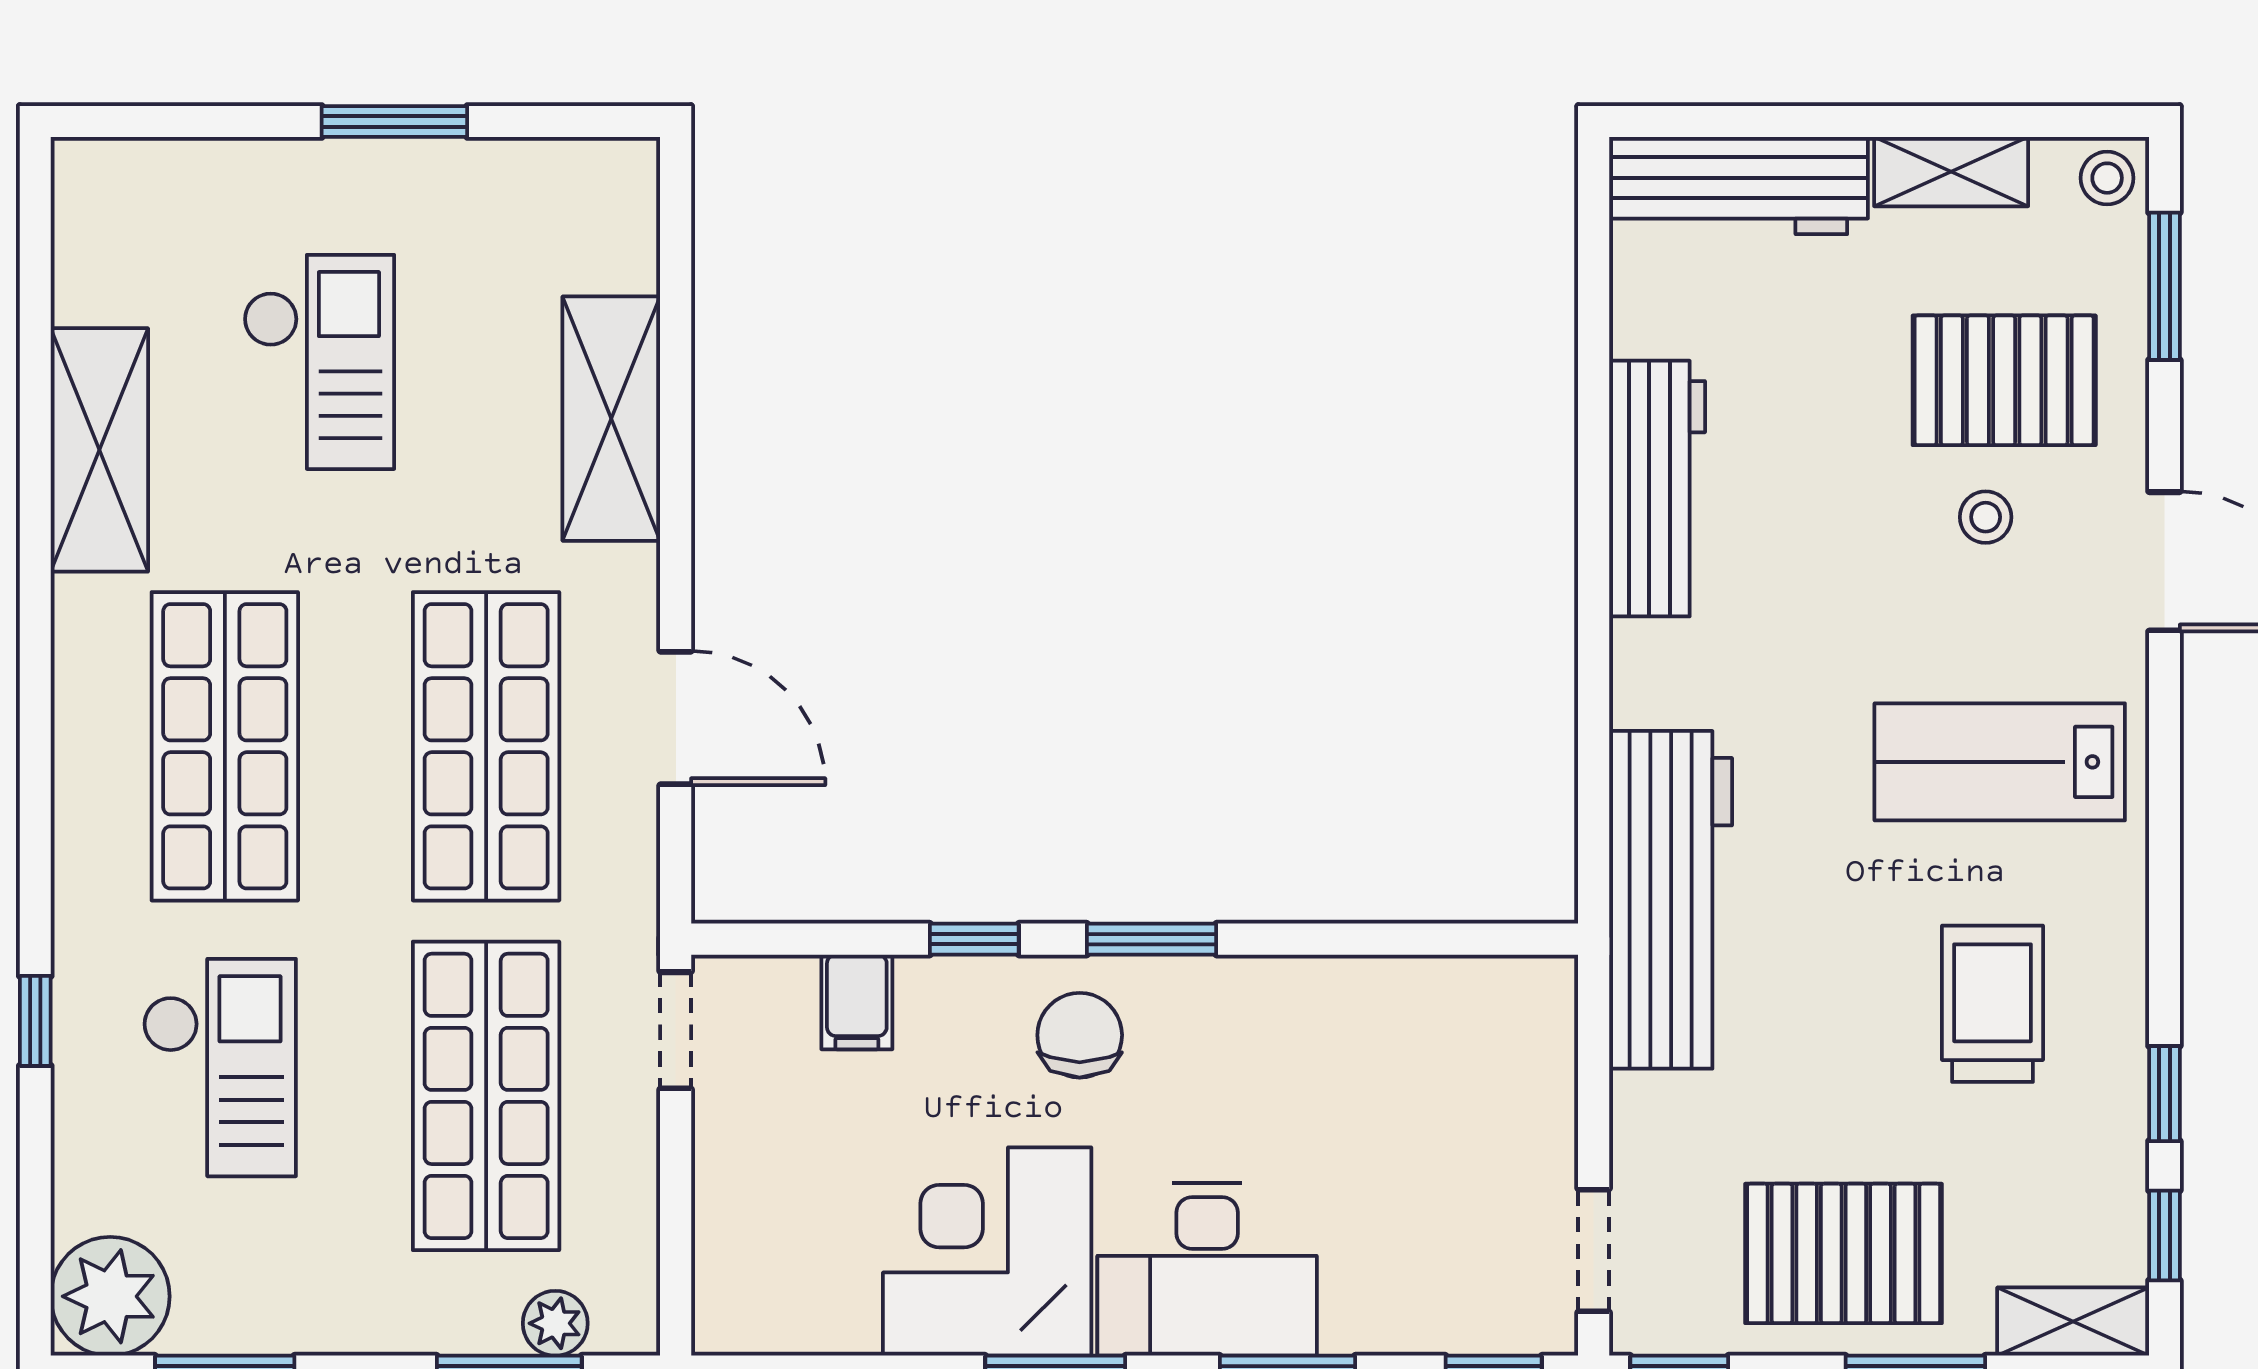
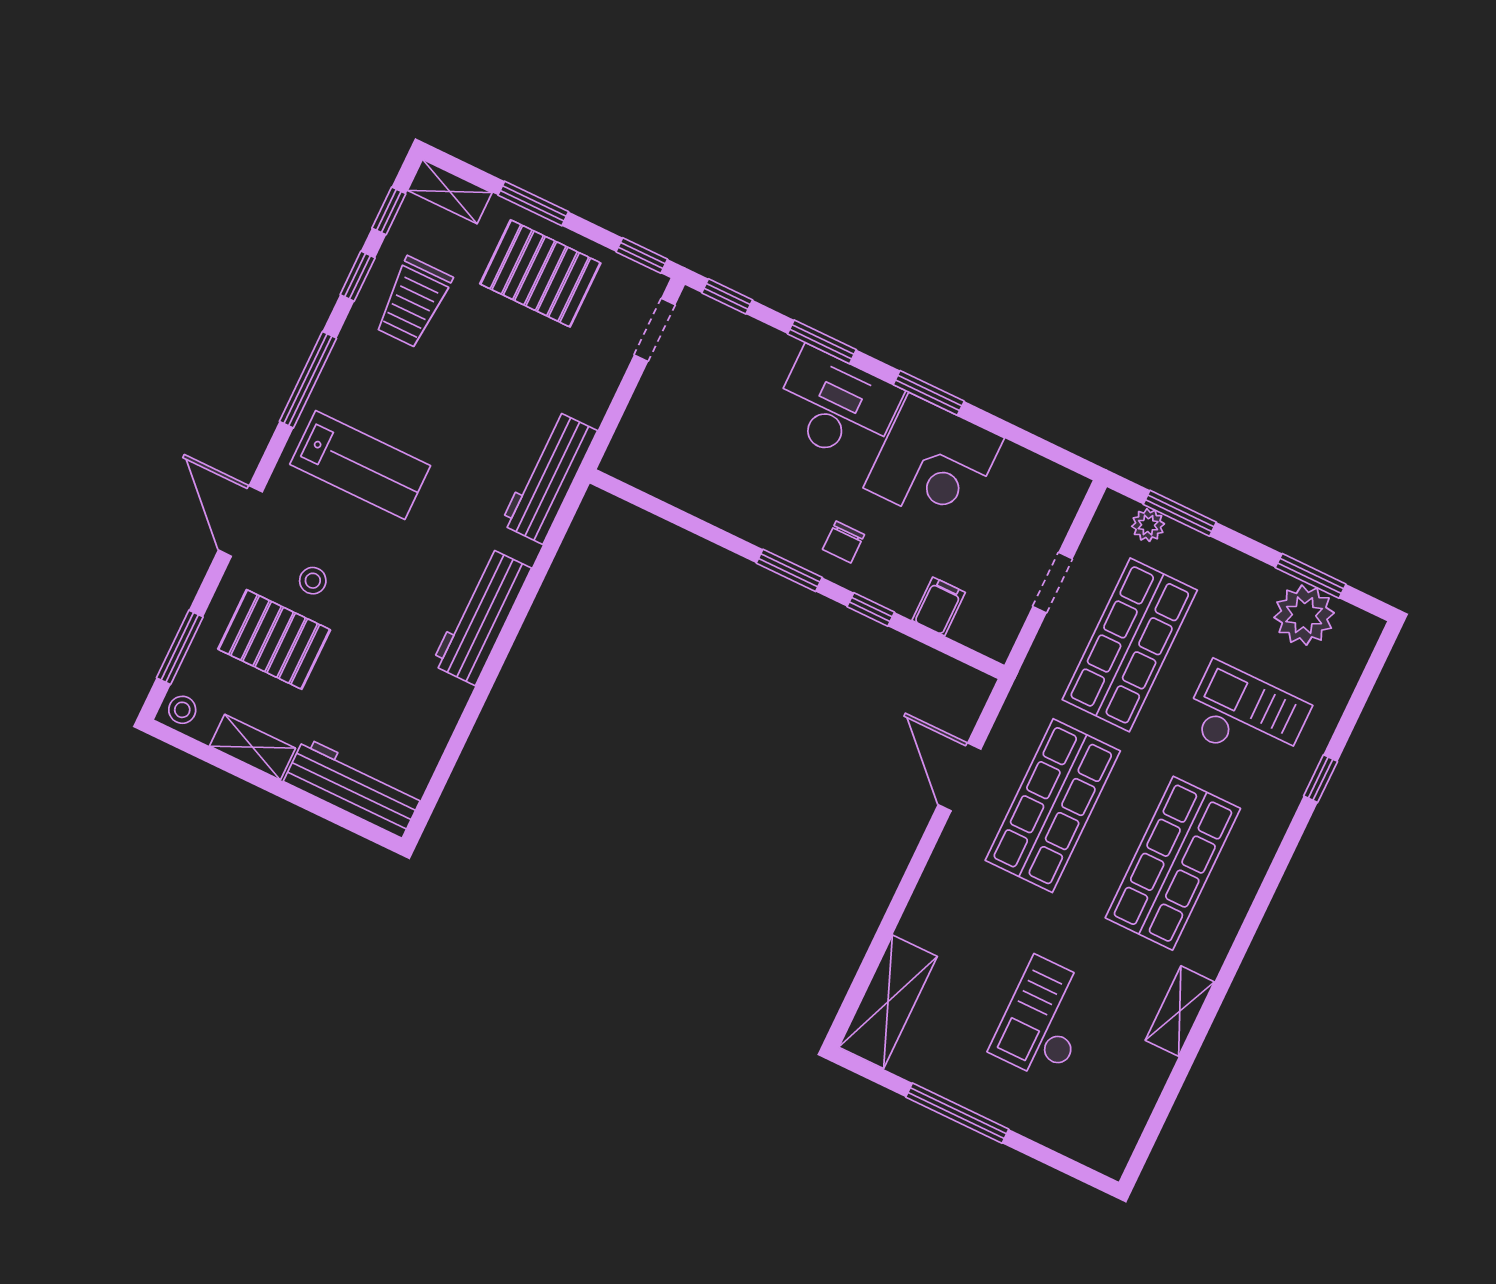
window: (394, 121) -> (957, 1113), width x1.44
shelving: (611, 419) -> (888, 1002), moved
shelving: (99, 450) -> (1180, 1011), width x0.67, depth x0.75
workbench: (1657, 489) -> (481, 616), moved
window: (2164, 868) -> (308, 380), added
workbench: (1671, 900) -> (549, 477), width x0.73, depth x0.76
trolley: (1993, 1004) -> (413, 302), moved
doorway: (676, 1030) -> (1052, 583), moved
chair: (1080, 1035) -> (843, 542), width x0.73, depth x0.73
checkout: (219, 1068) -> (1246, 717), turned 90
plant: (110, 1296) -> (1304, 615), moved

